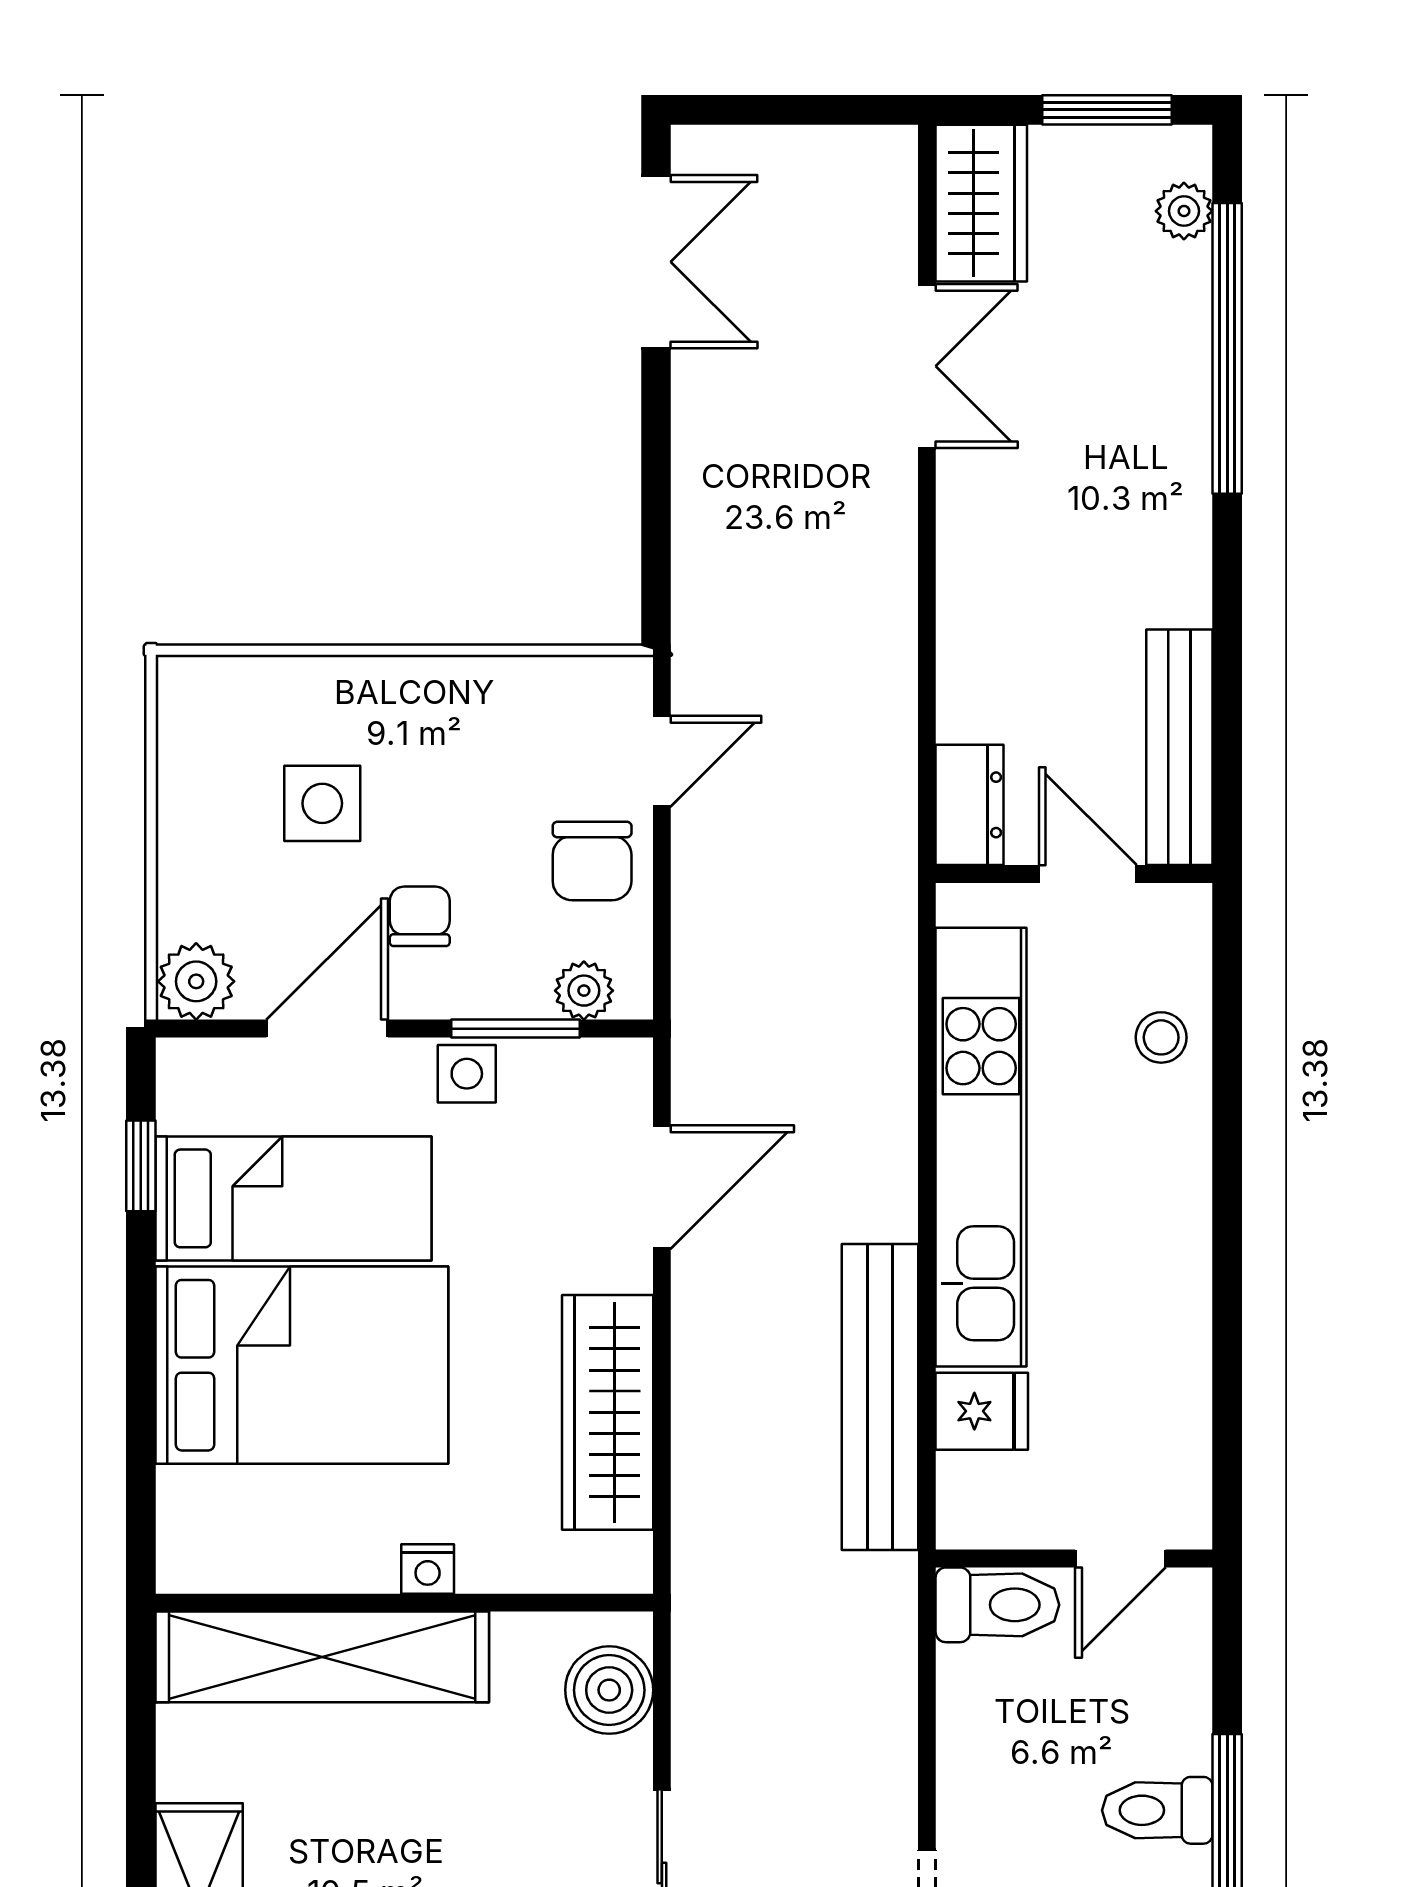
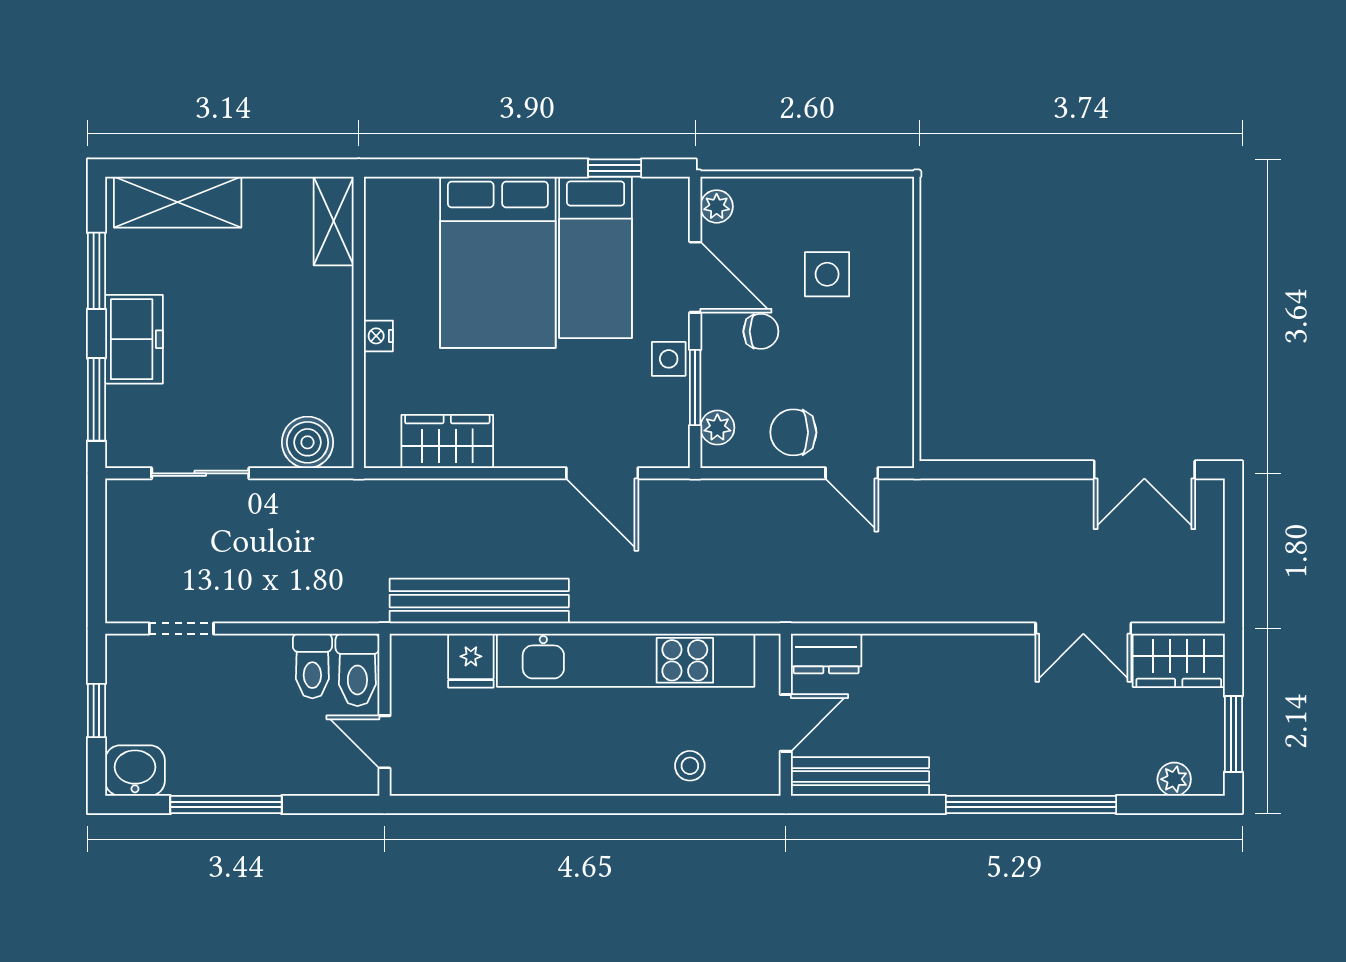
window: (1227, 348) -> (1031, 805), moved
plant: (196, 981) -> (717, 206), width x0.73, depth x0.73
wardrobe: (608, 1412) -> (447, 441), width x0.67
shelving: (322, 1657) -> (334, 221), width x0.45, depth x0.75
toilet: (1157, 1810) -> (312, 666), moved, turned 180

